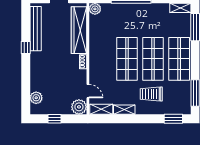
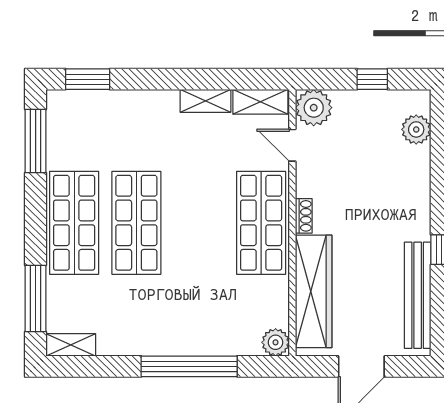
shop shelf: (127, 59) -> (261, 223), moved
trolley: (151, 94) -> (141, 138), removed

